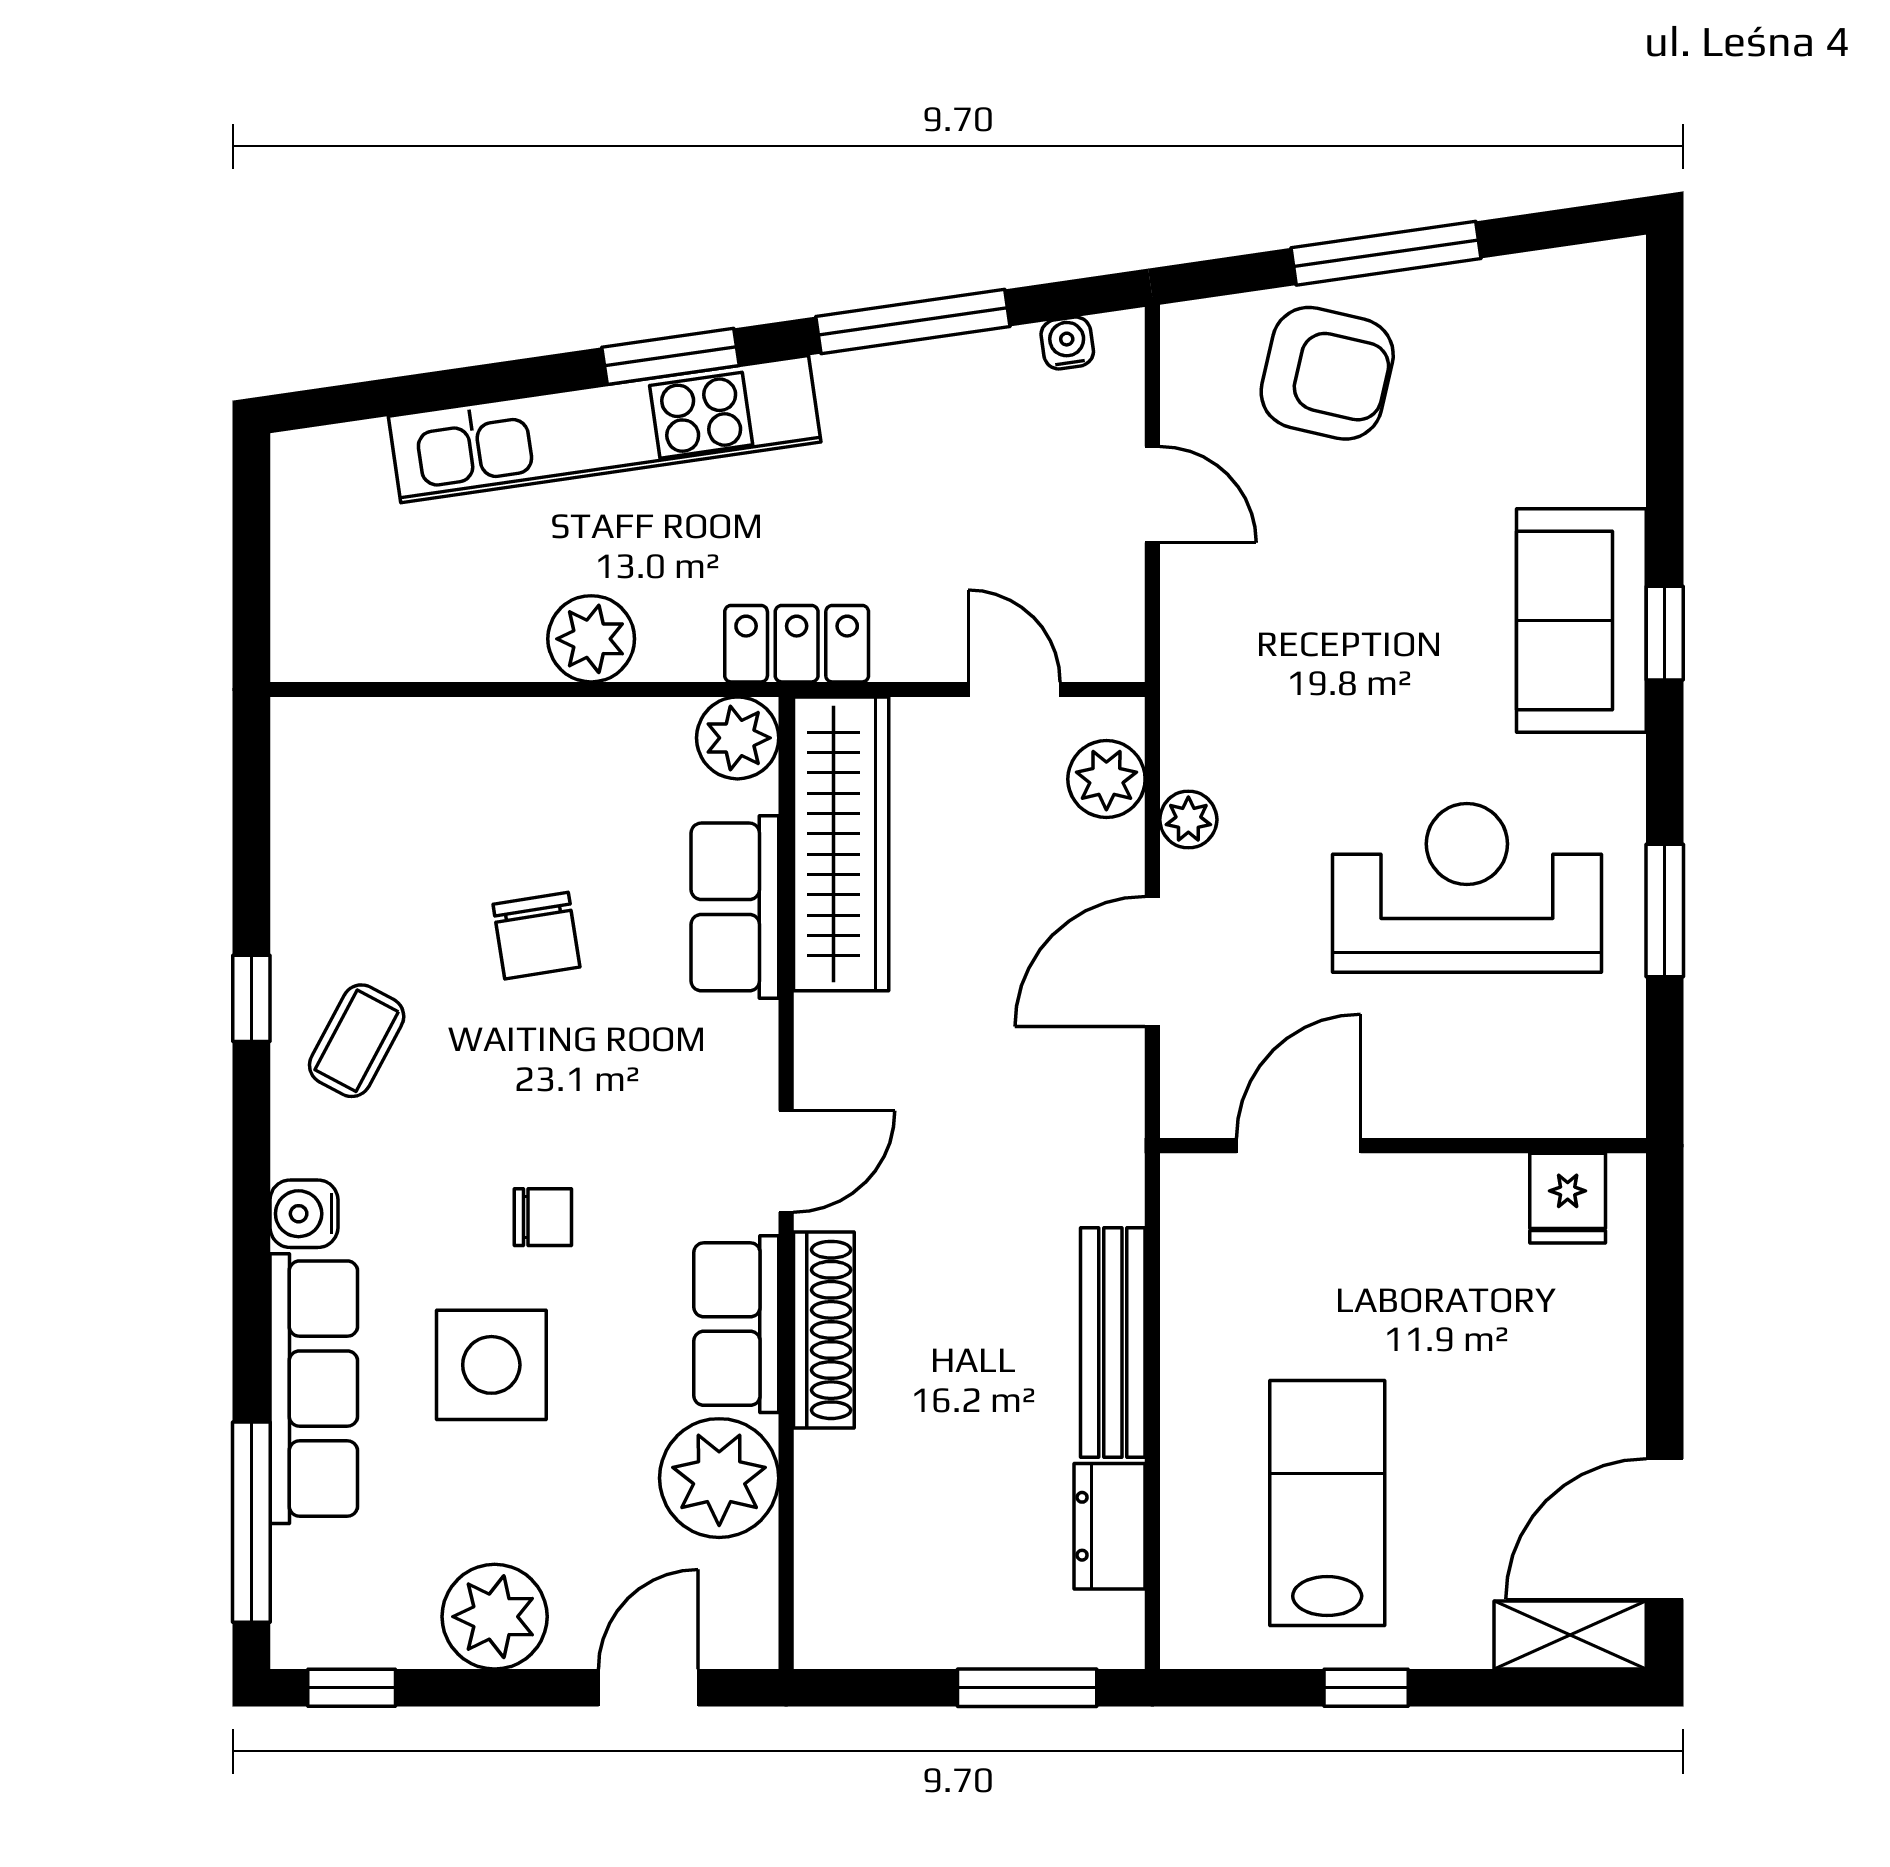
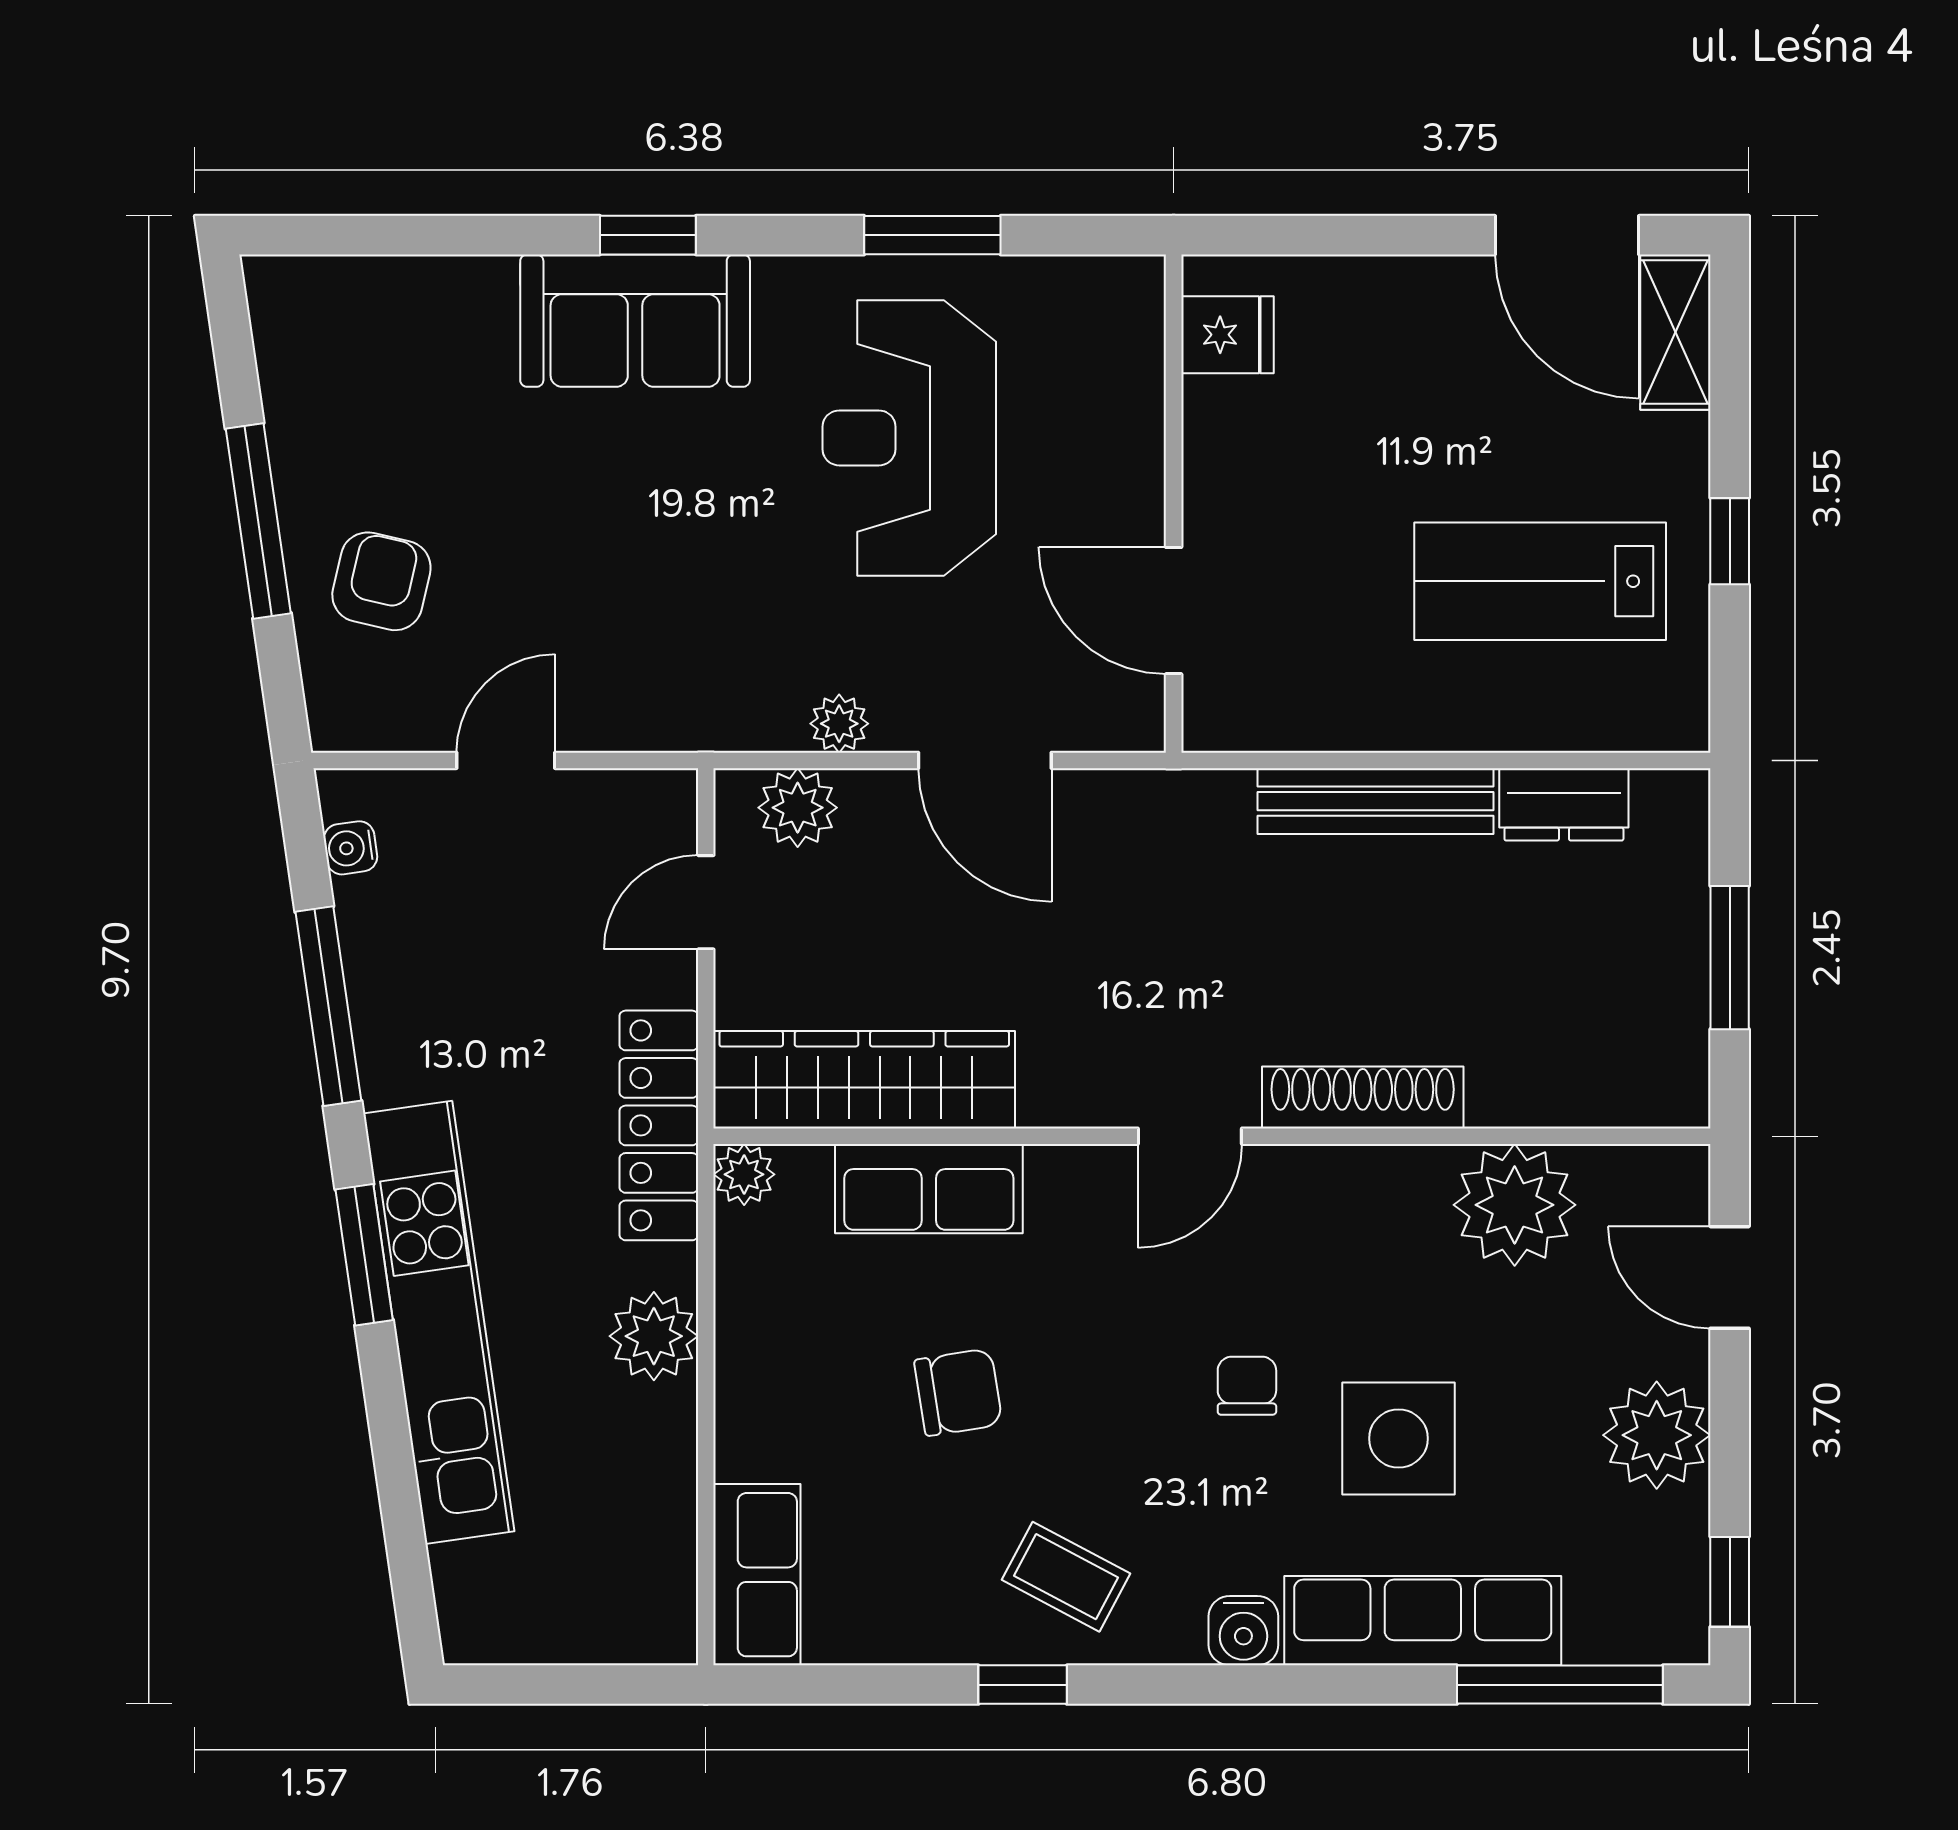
armchair: (1327, 373) -> (381, 581), width x0.72, depth x0.72
locker: (797, 644) -> (659, 1125), width x1.53
plant: (738, 738) -> (744, 1174), width x0.73, depth x0.73
door: (786, 1161) -> (1190, 1136), swing flipped
row of seats: (736, 1324) -> (757, 1575), moved, turned -90
window: (1027, 1688) -> (1730, 958), moved

